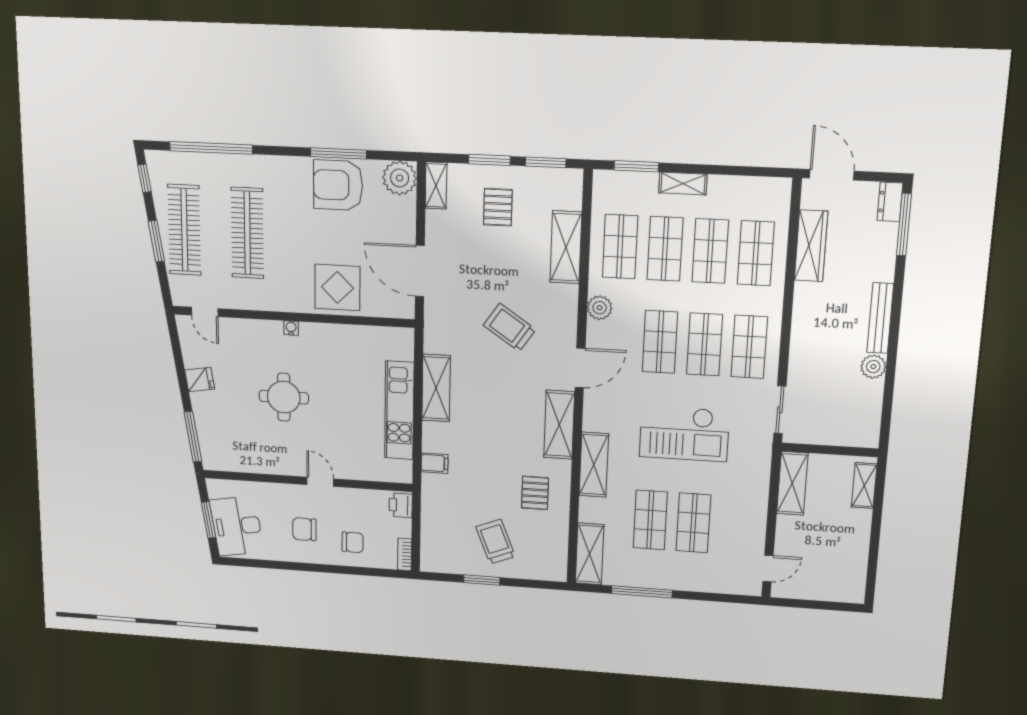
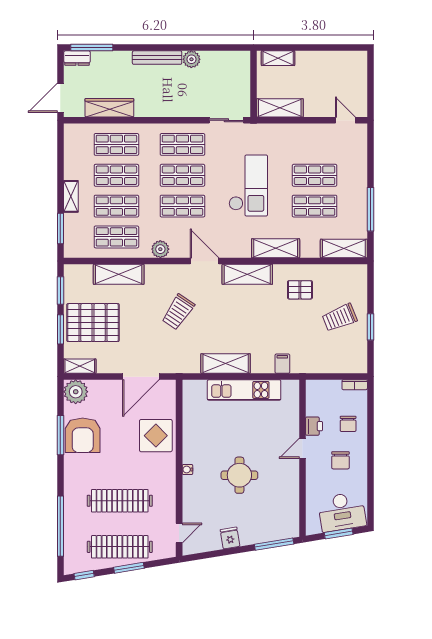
pallet: (498, 207) -> (93, 323), width x2.05, depth x2.00
printer: (401, 505) -> (314, 426), moved, turned -90
chair: (353, 542) -> (348, 424), turned 180

